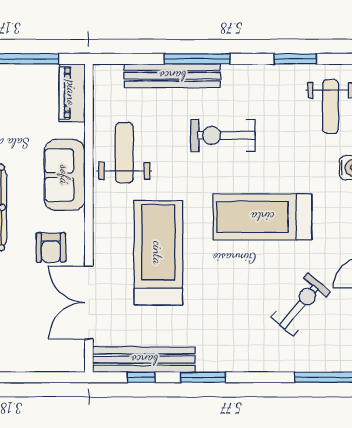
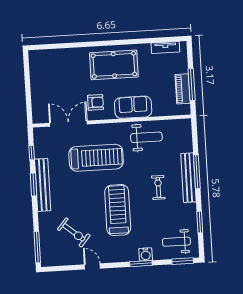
bench: (172, 76) -> (188, 178), moved
piano: (72, 93) -> (183, 89), moved, turned -90
exercise bike: (223, 135) -> (158, 187), width x0.73, depth x0.72
armchair: (51, 248) -> (95, 102), turned 180
bench: (144, 360) -> (43, 185), moved

